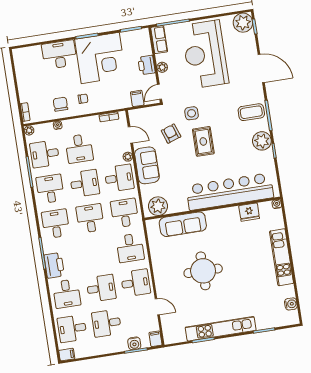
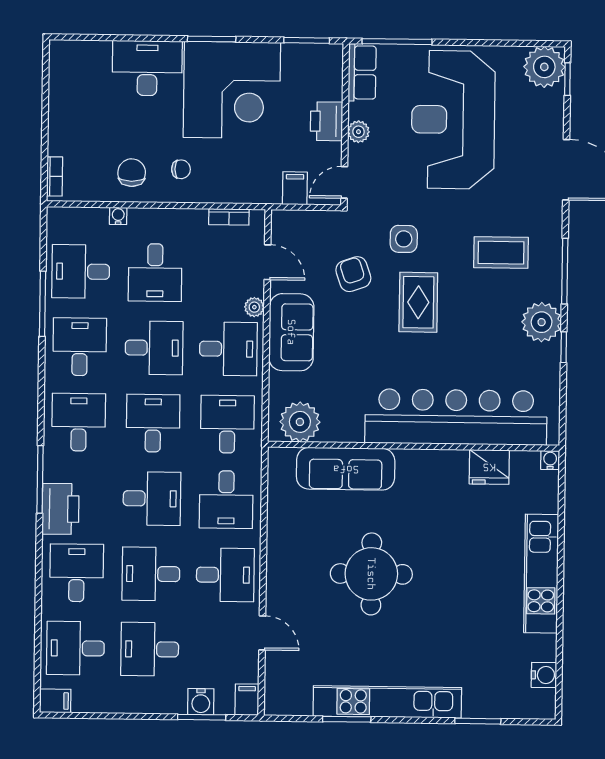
coffee table: (251, 112) -> (501, 253), moved
plant: (29, 130) -> (56, 216), removed
desk: (96, 253) -> (152, 499), added
desk: (101, 288) -> (151, 574), turned 180
desk: (67, 294) -> (77, 573), turned 180

